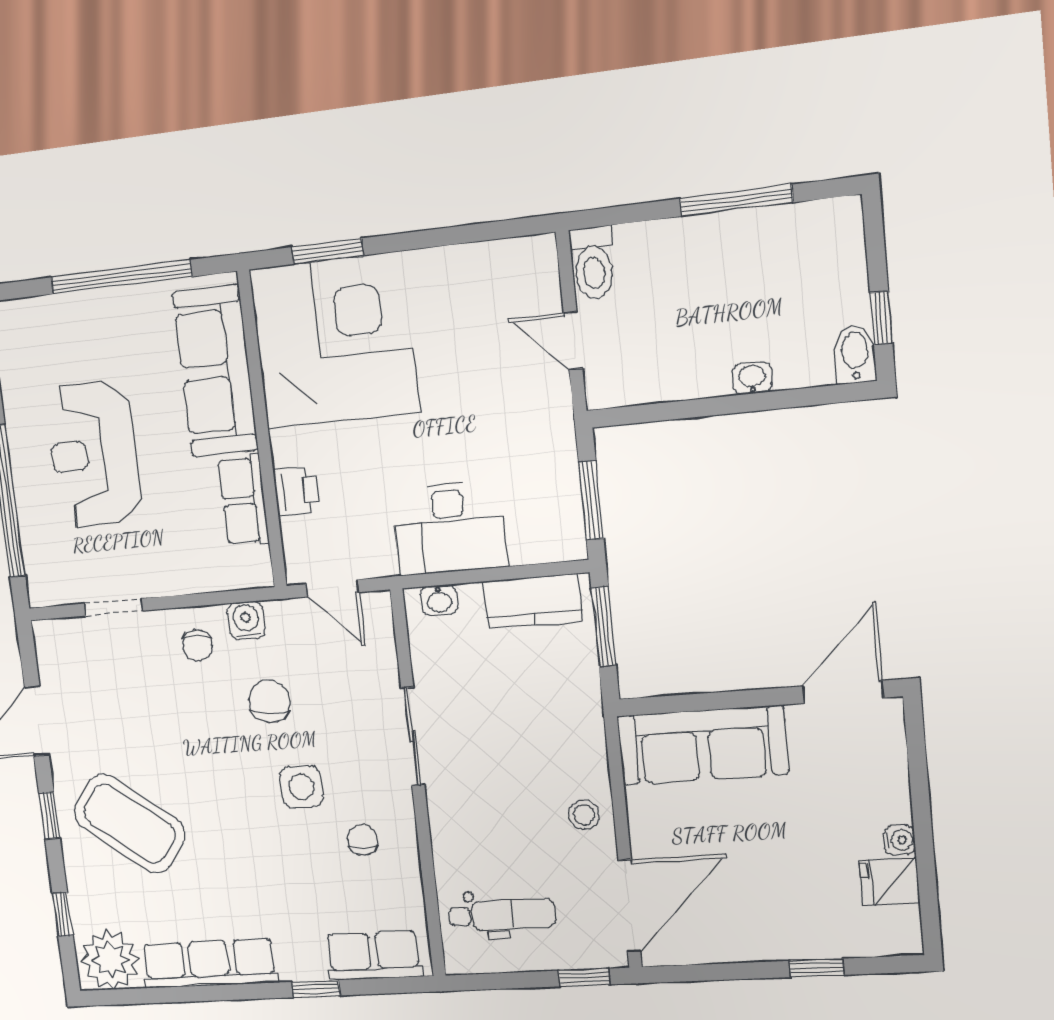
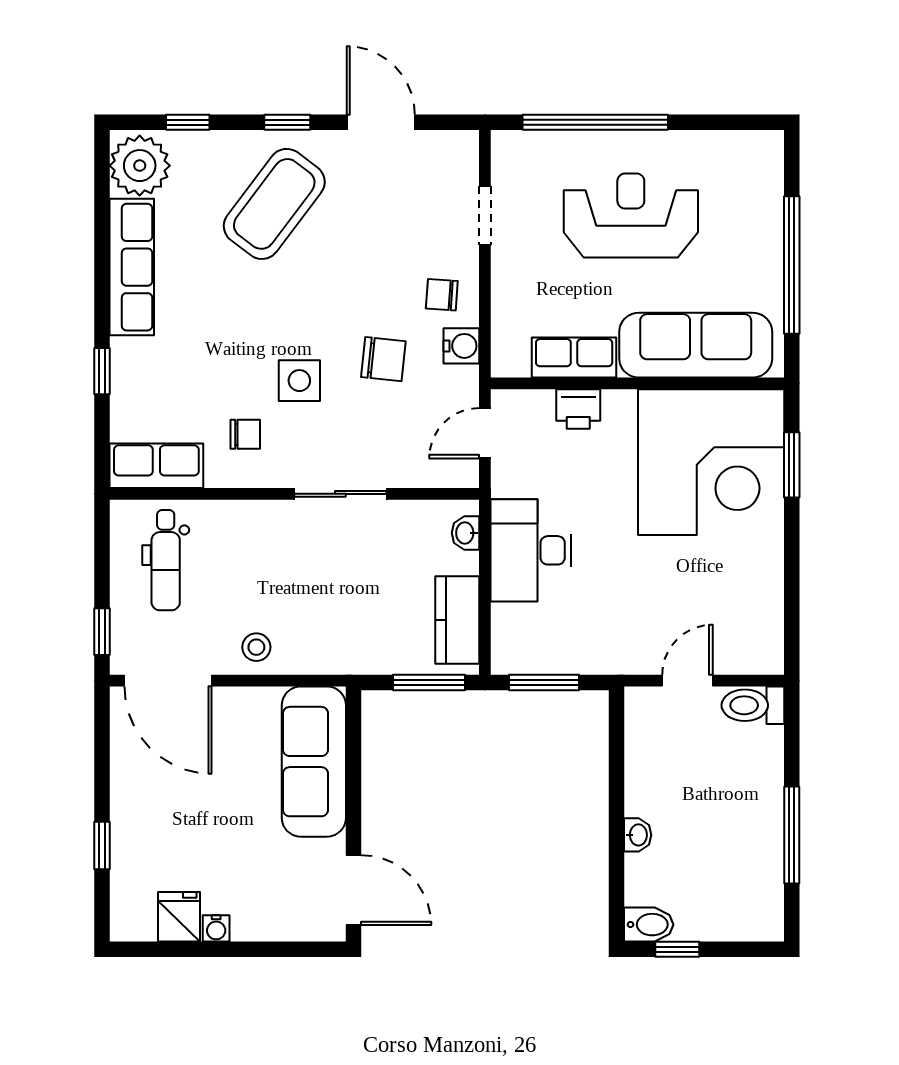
row of seats: (374, 956) -> (156, 466), moved, turned -90

